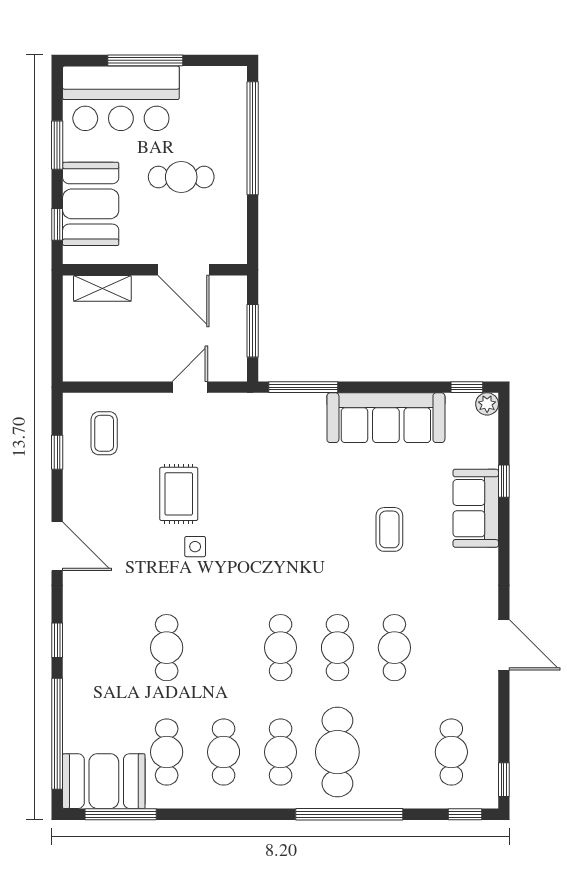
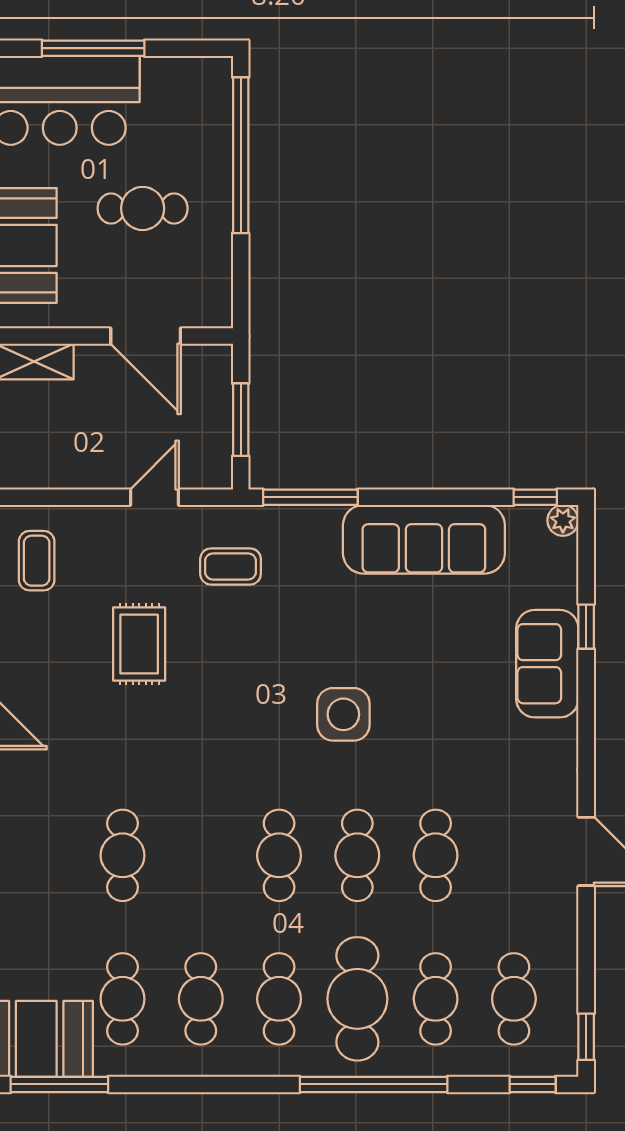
coffee table: (389, 529) -> (231, 566), moved, turned 90
side table: (195, 547) -> (343, 714), moved, width x1.87, depth x1.87
cafe table: (394, 752) -> (436, 999), added

